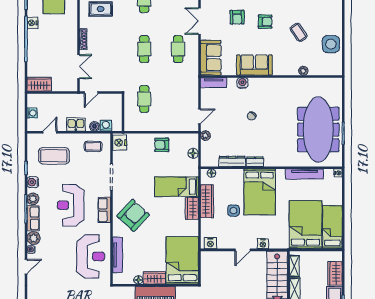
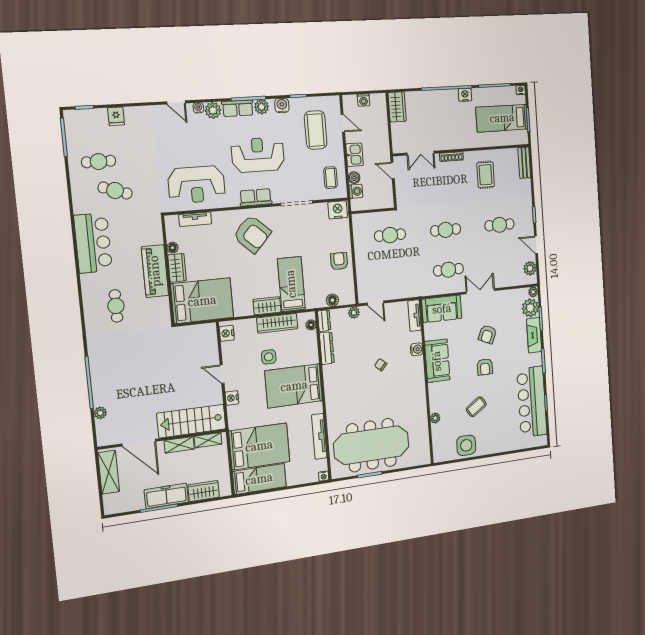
armchair: (237, 17) -> (487, 334), turned -66
dresser: (255, 162) -> (324, 321), moved
tv unit: (117, 255) -> (195, 219), width x0.71

